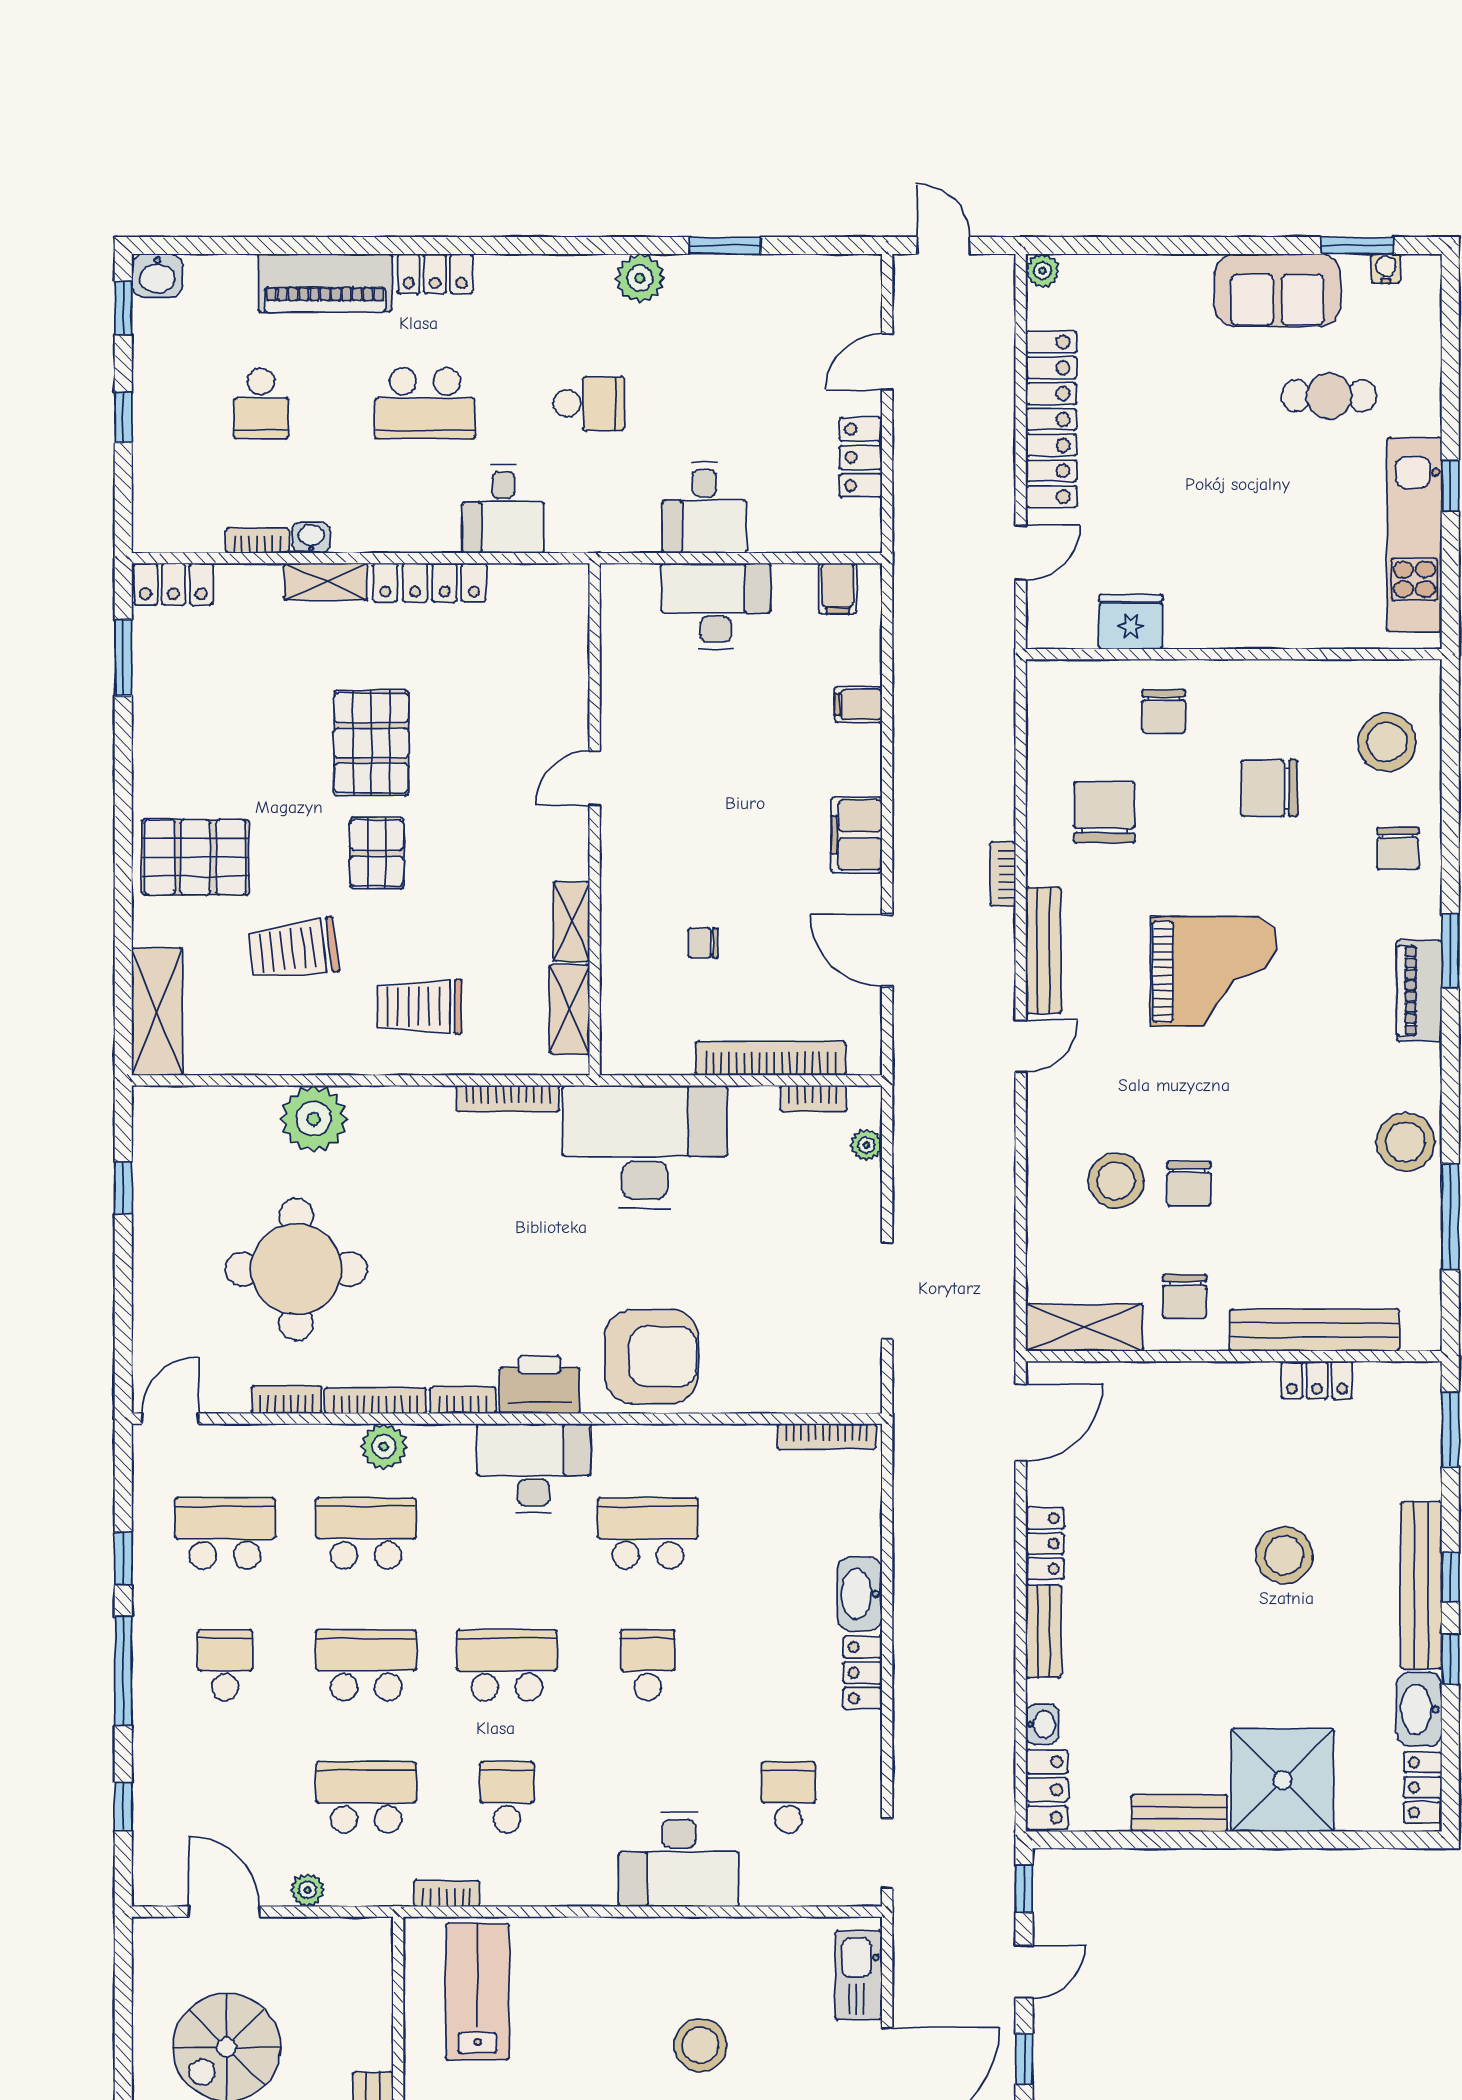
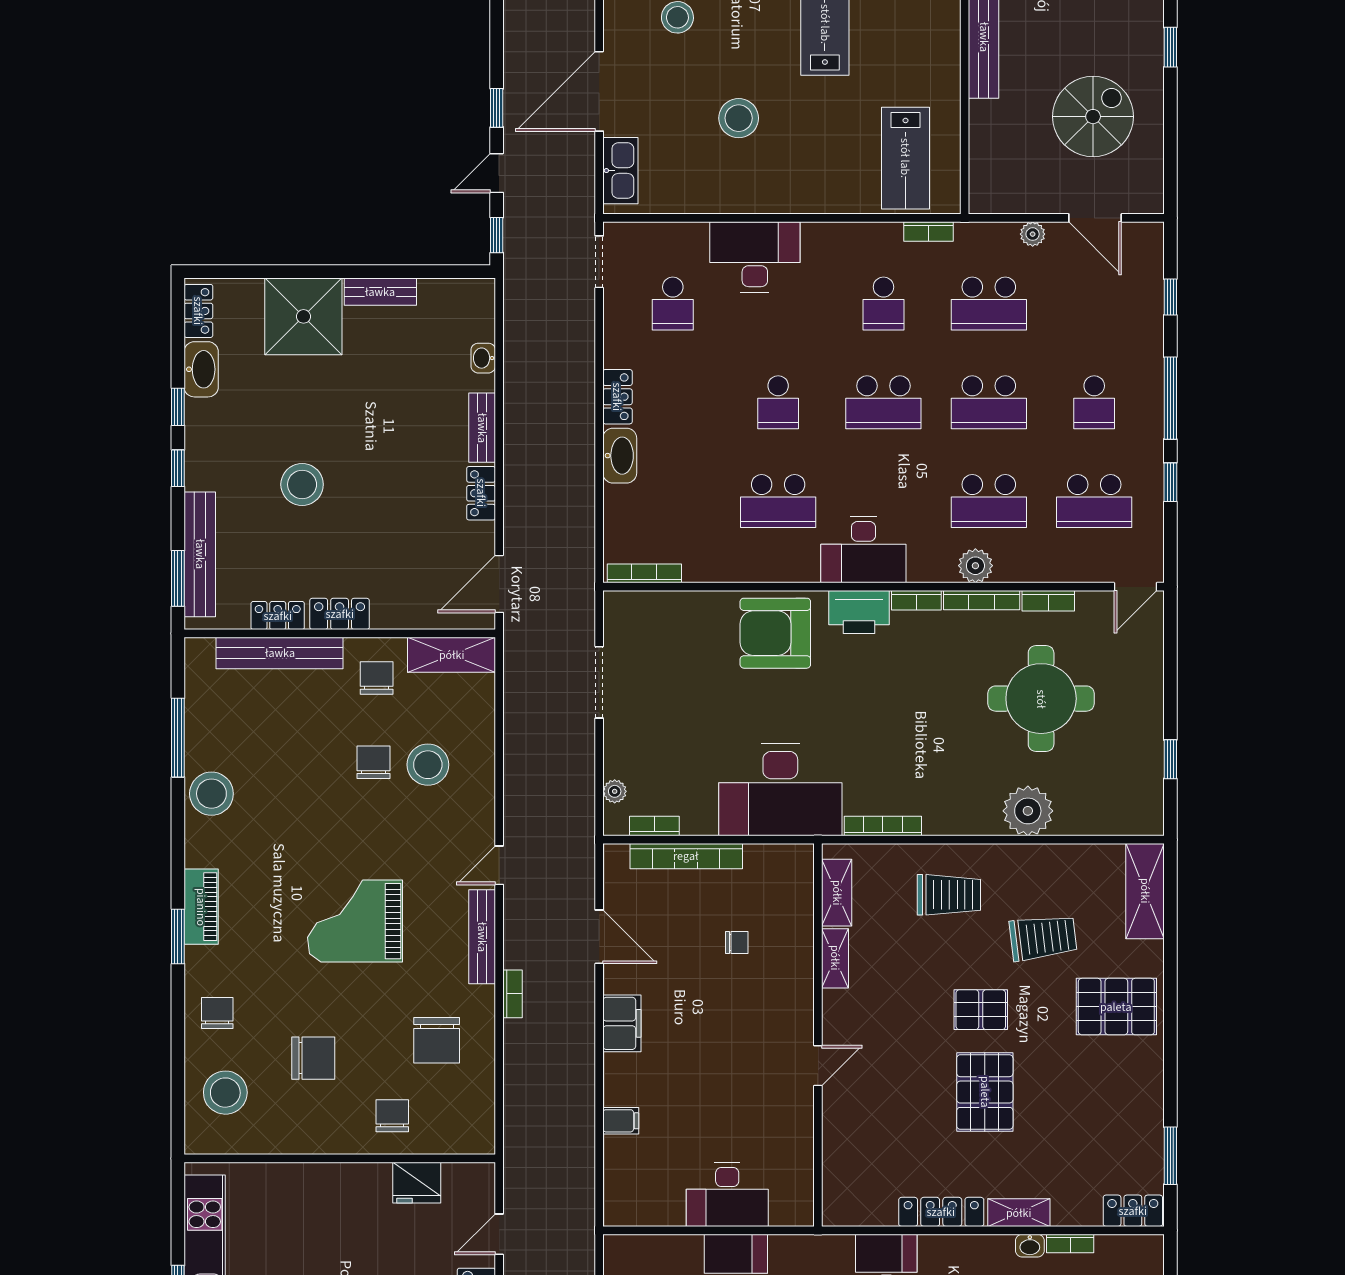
filing cabinet: (838, 588) -> (636, 1208), removed
pallet: (377, 853) -> (981, 1010), turned 90
bench: (1421, 1585) -> (200, 554), moved
locker: (1047, 1790) -> (340, 614), moved, turned 90

